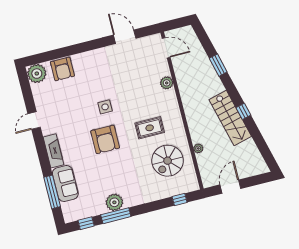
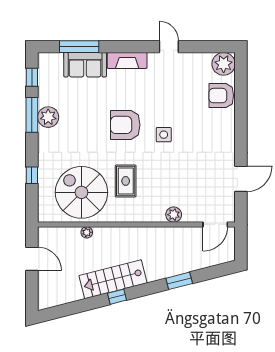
spiral stairs: (168, 161) -> (81, 192), width x1.37, depth x1.37
window: (180, 200) -> (32, 175), moved

